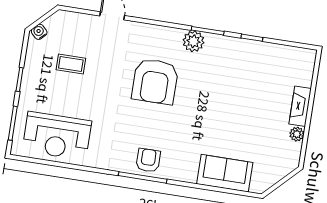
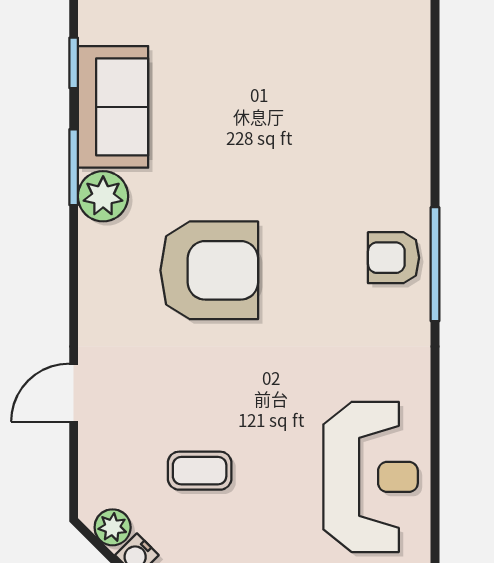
plant: (53, 23) -> (113, 527), added
coffee table: (71, 64) -> (200, 471), turned 90
sofa: (225, 173) -> (113, 107), moved, turned 180

